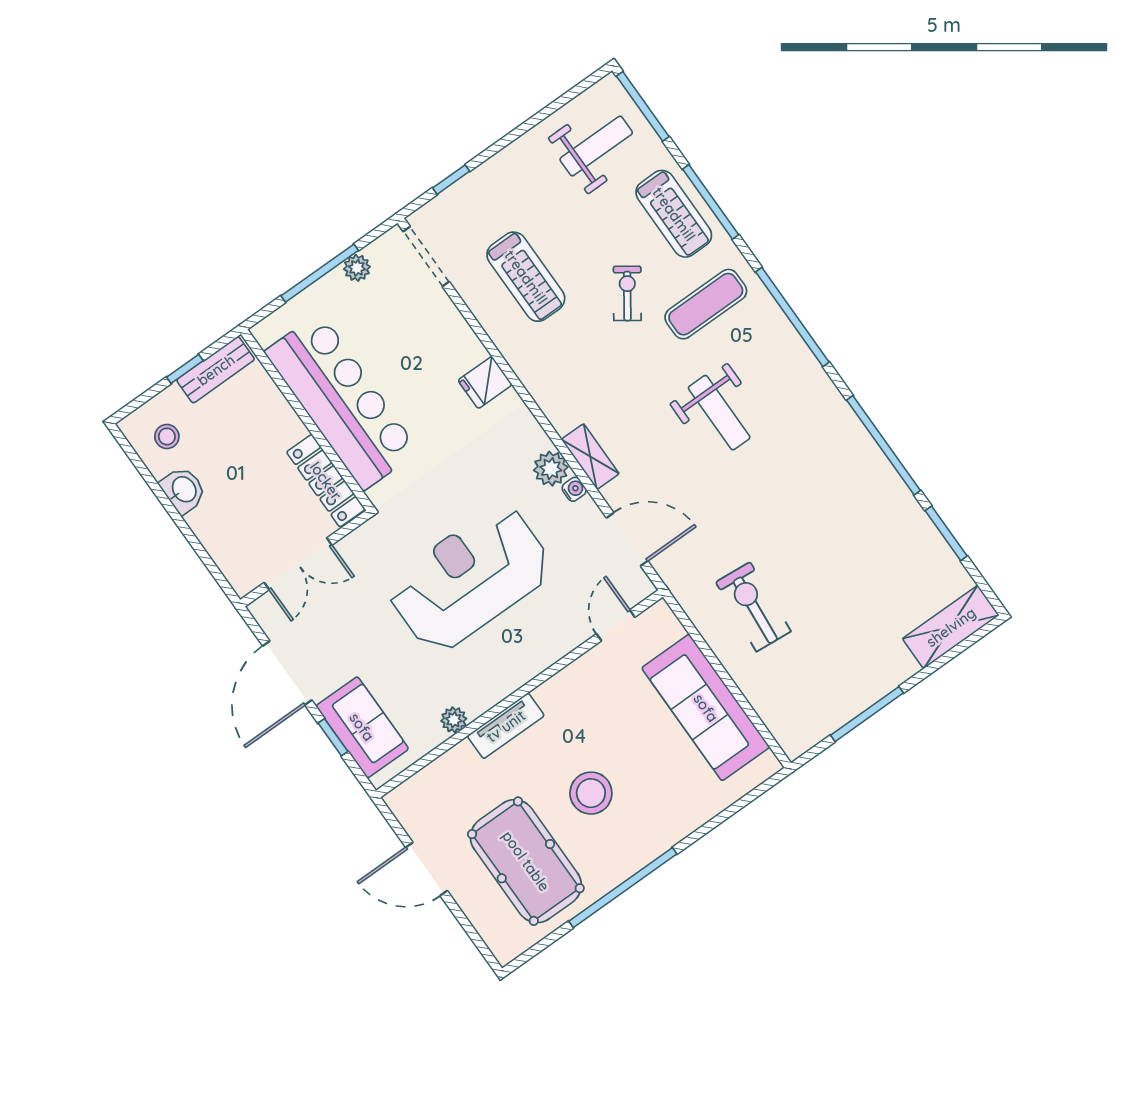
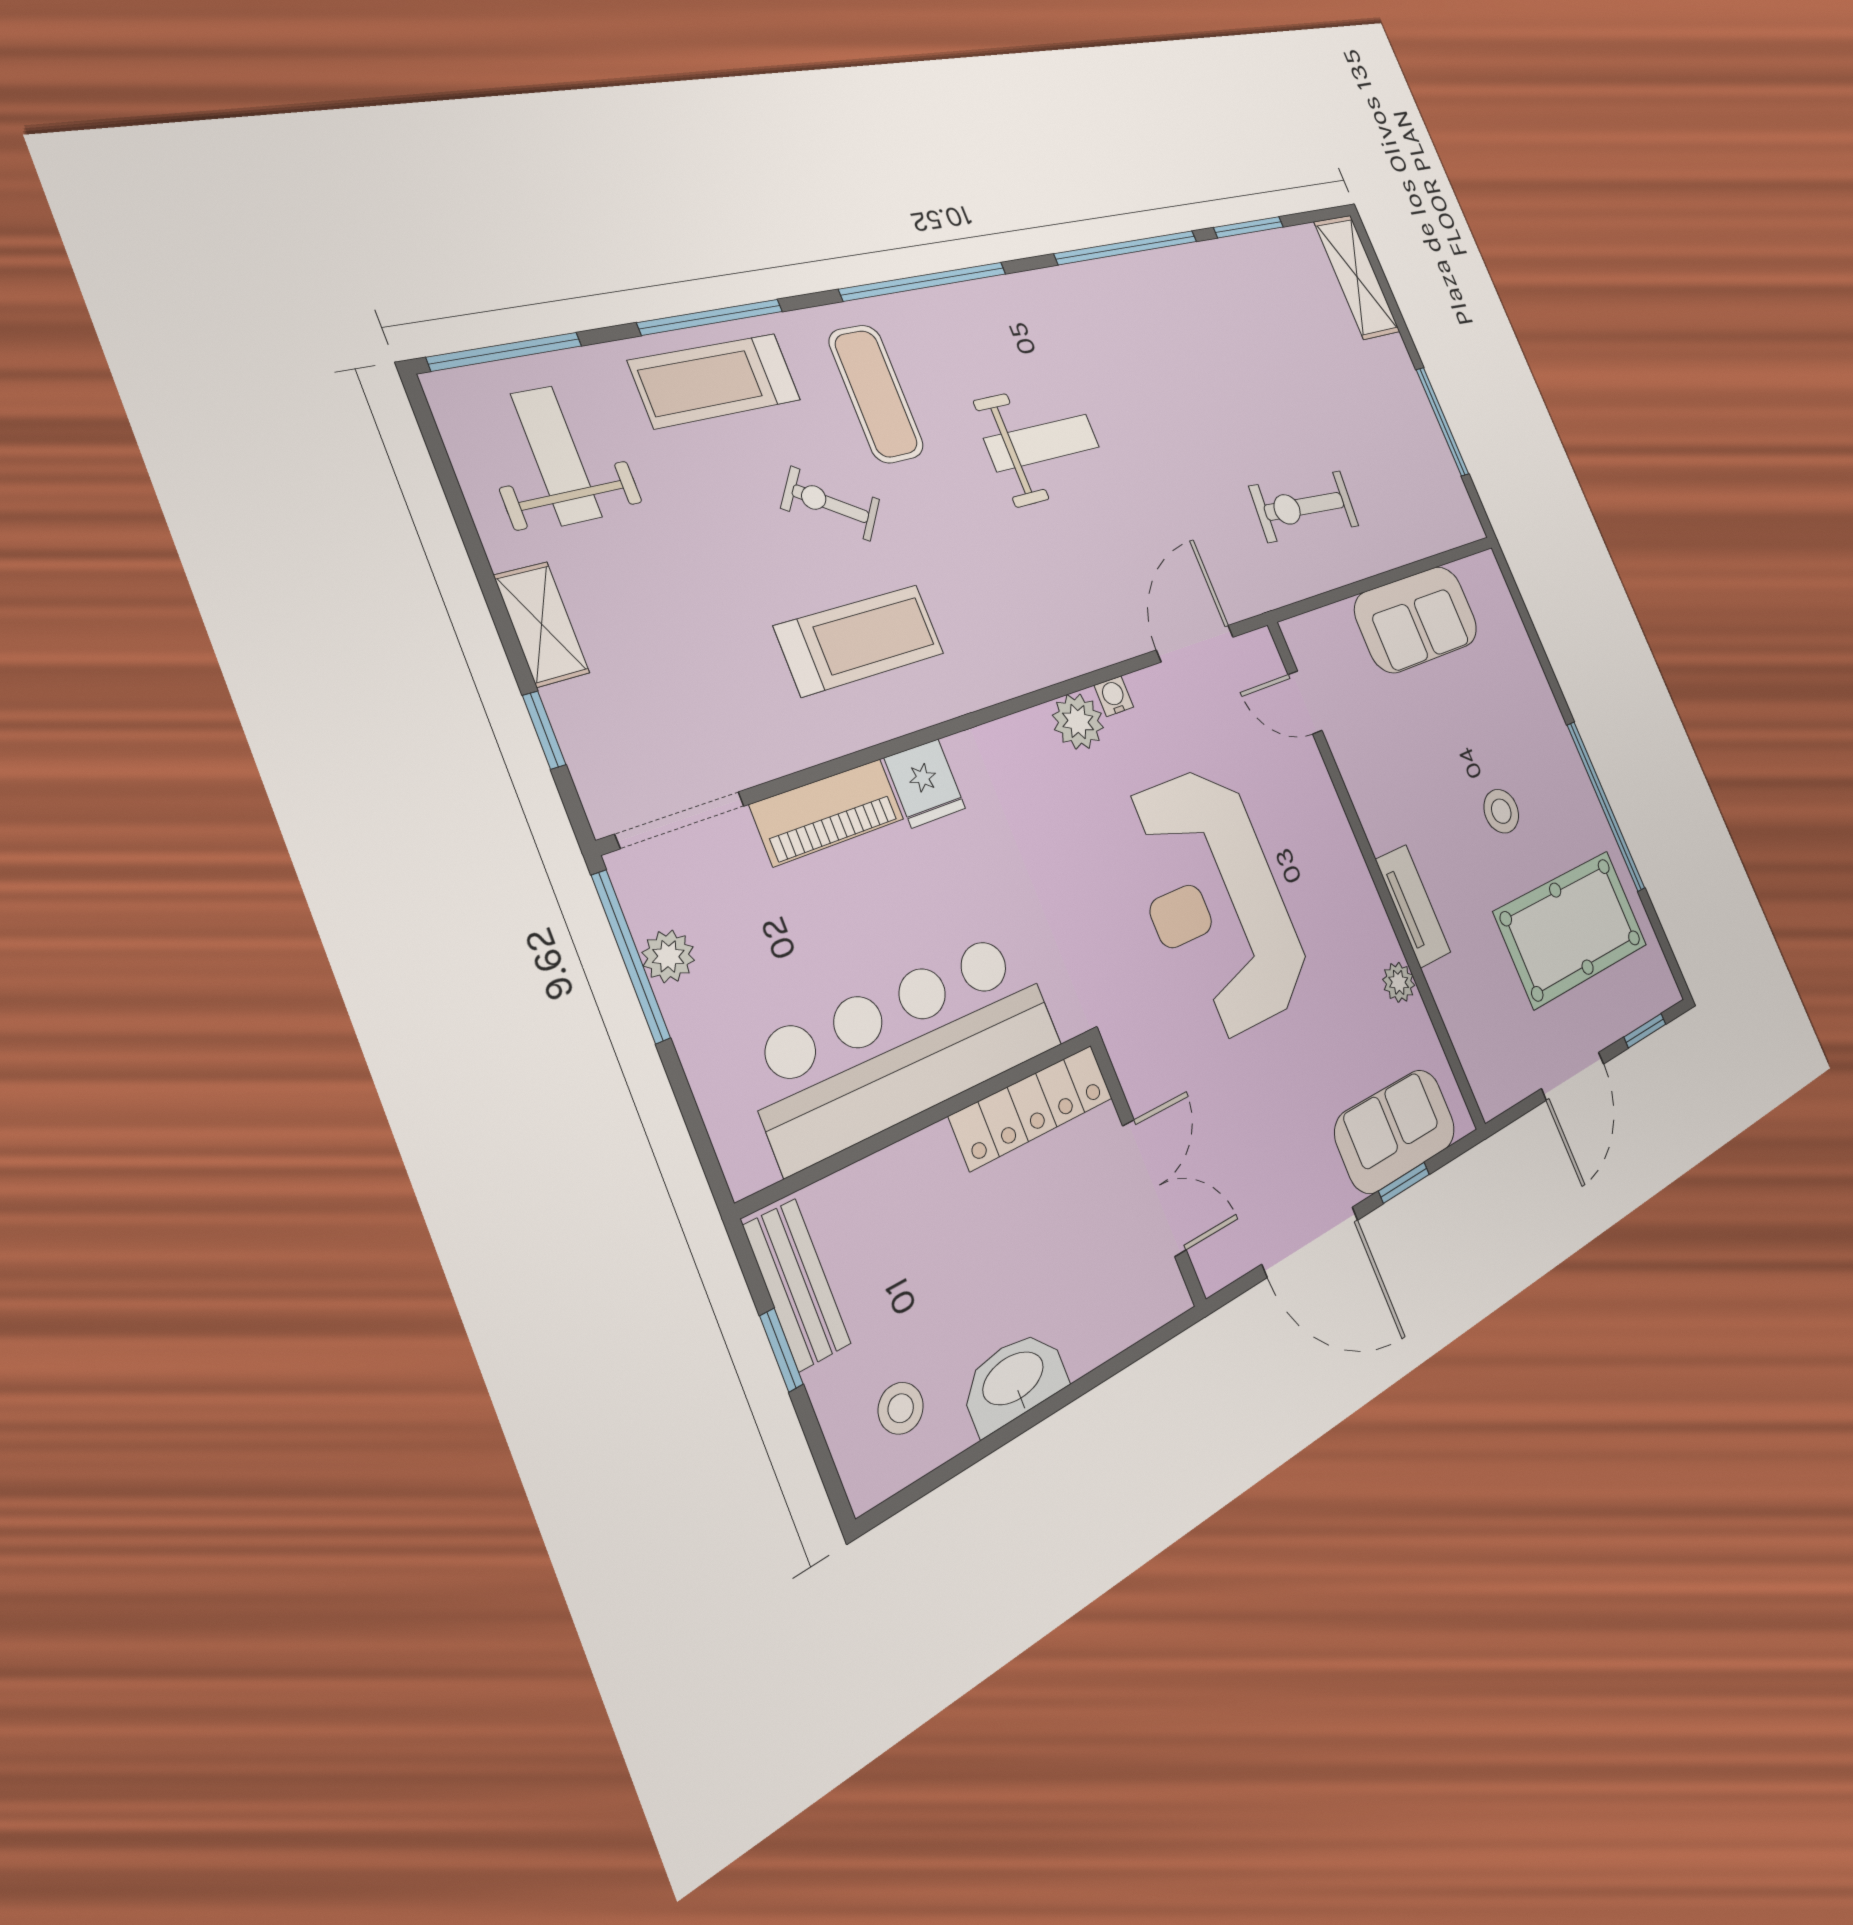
treadmill: (674, 214) -> (716, 380), turned 180
window: (320, 273) -> (631, 956), moved
treadmill: (526, 277) -> (860, 640), moved
piano: (453, 332) -> (828, 812), added
shelving: (590, 457) -> (542, 624), moved, turned 90
washbasin: (183, 490) -> (1014, 1380), width x1.38
sofa: (706, 708) -> (1417, 619), width x0.73
stool: (591, 793) -> (1501, 811), width x0.73, depth x0.73
window: (472, 932) -> (1645, 1031), added

